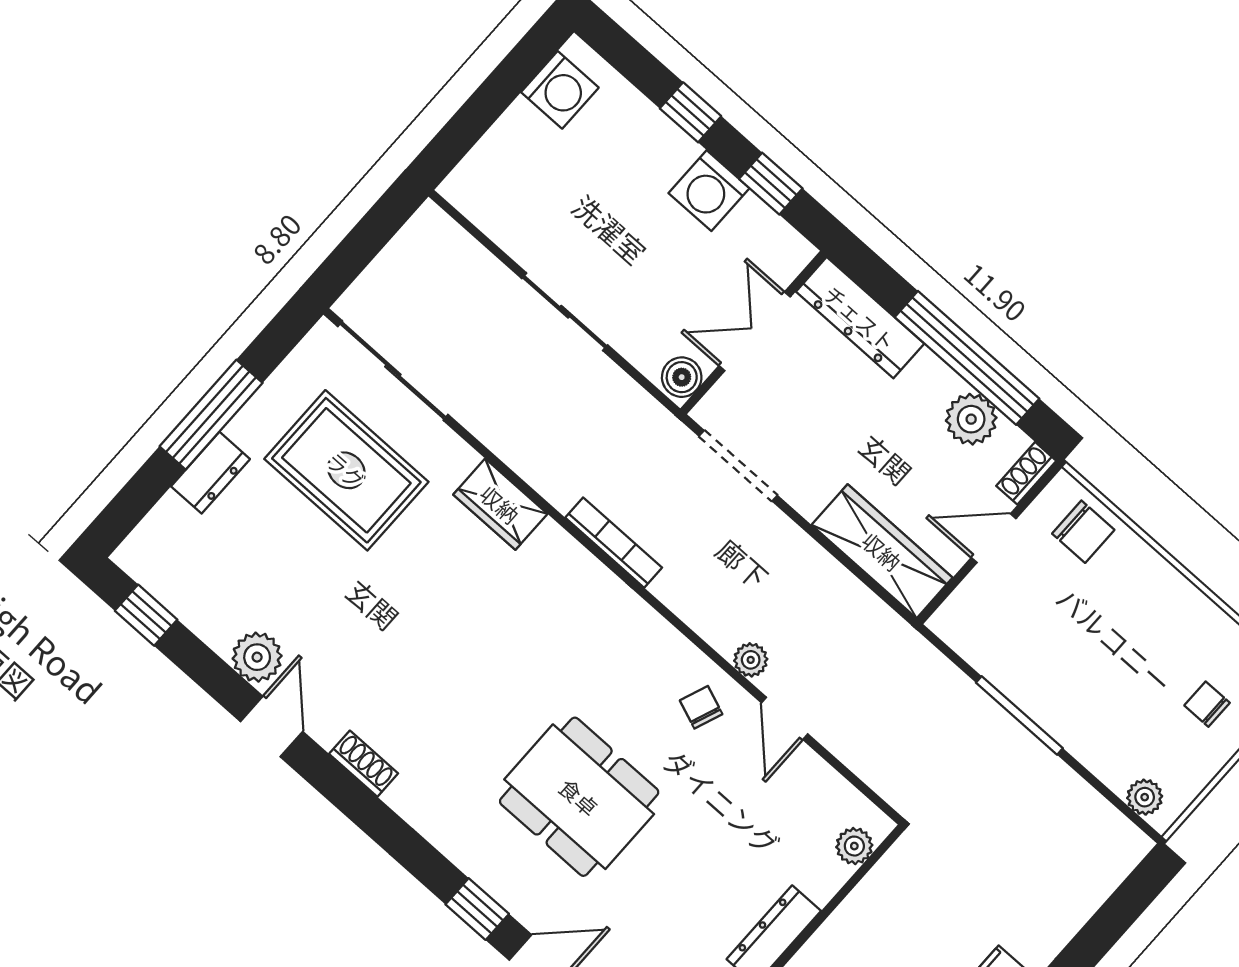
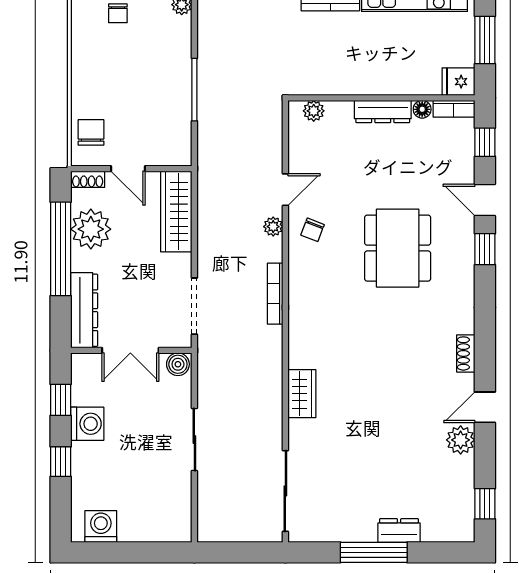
plant: (971, 419) -> (91, 229), width x1.36, depth x1.36
rug: (346, 470) -> (346, 473), removed
bookcase: (614, 543) -> (275, 294), moved

